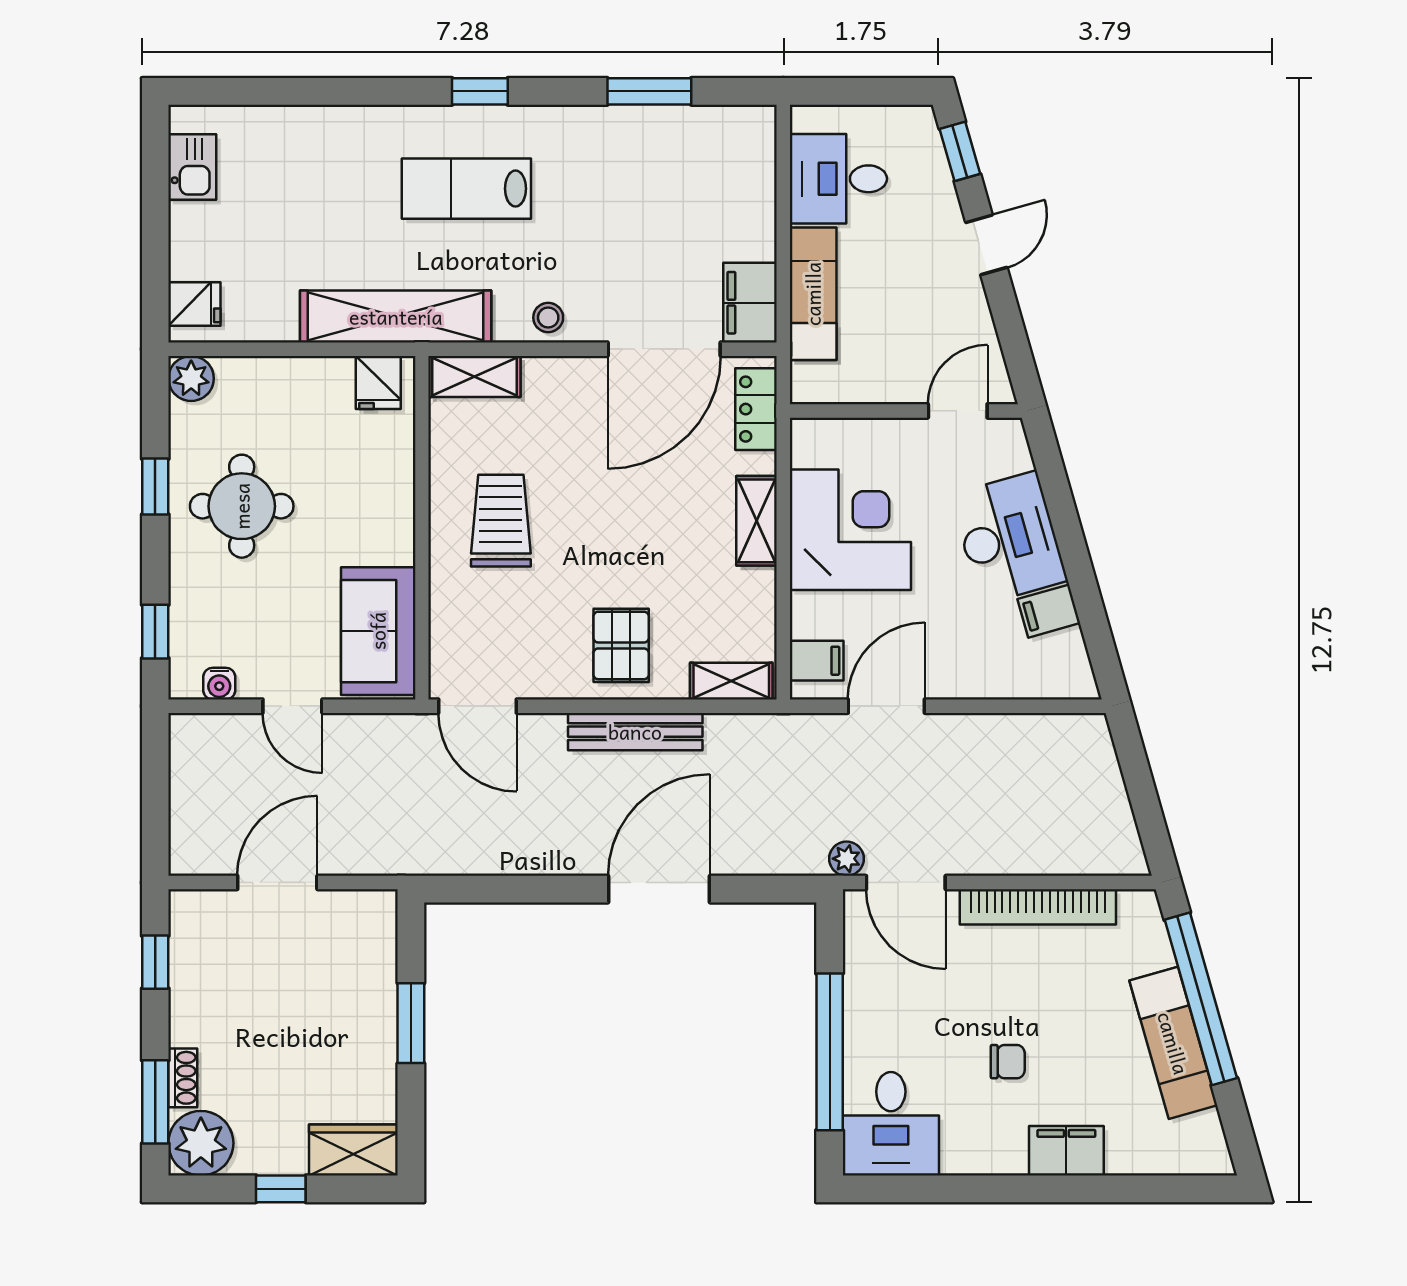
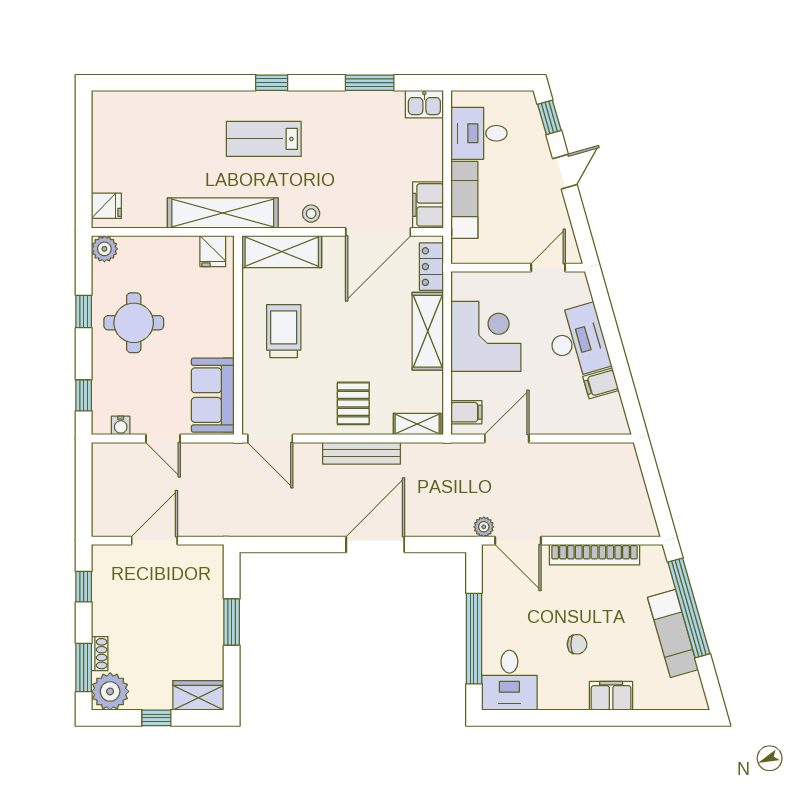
kitchen sink: (192, 167) -> (424, 104), moved, turned 90
shelving: (474, 377) -> (282, 252), width x1.50, depth x1.33
shelving: (757, 521) -> (428, 331), width x1.50, depth x1.33

